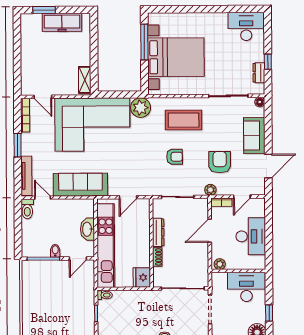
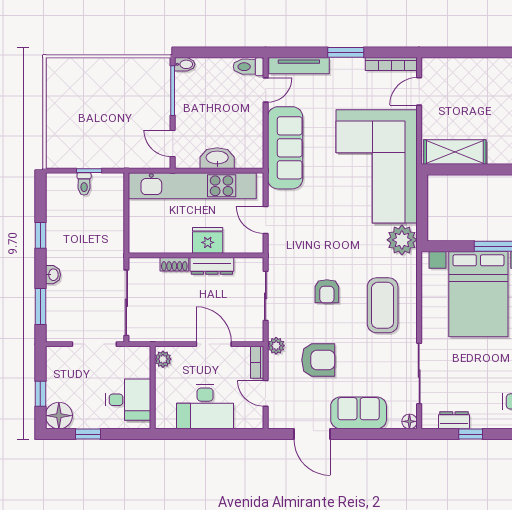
shelving: (85, 80) -> (455, 152), width x1.50, depth x1.33
bidet: (55, 251) -> (185, 64), moved
fridge: (142, 277) -> (208, 240), moved
desk: (246, 287) -> (128, 400), width x0.73
toilet: (105, 295) -> (84, 184), moved

